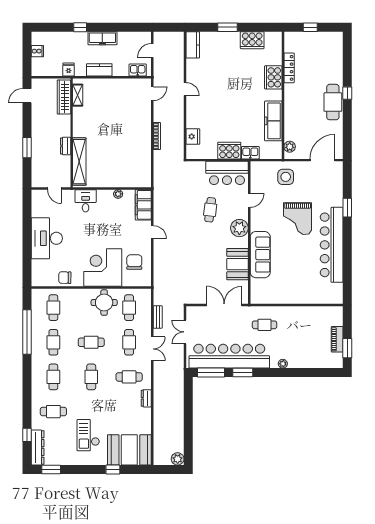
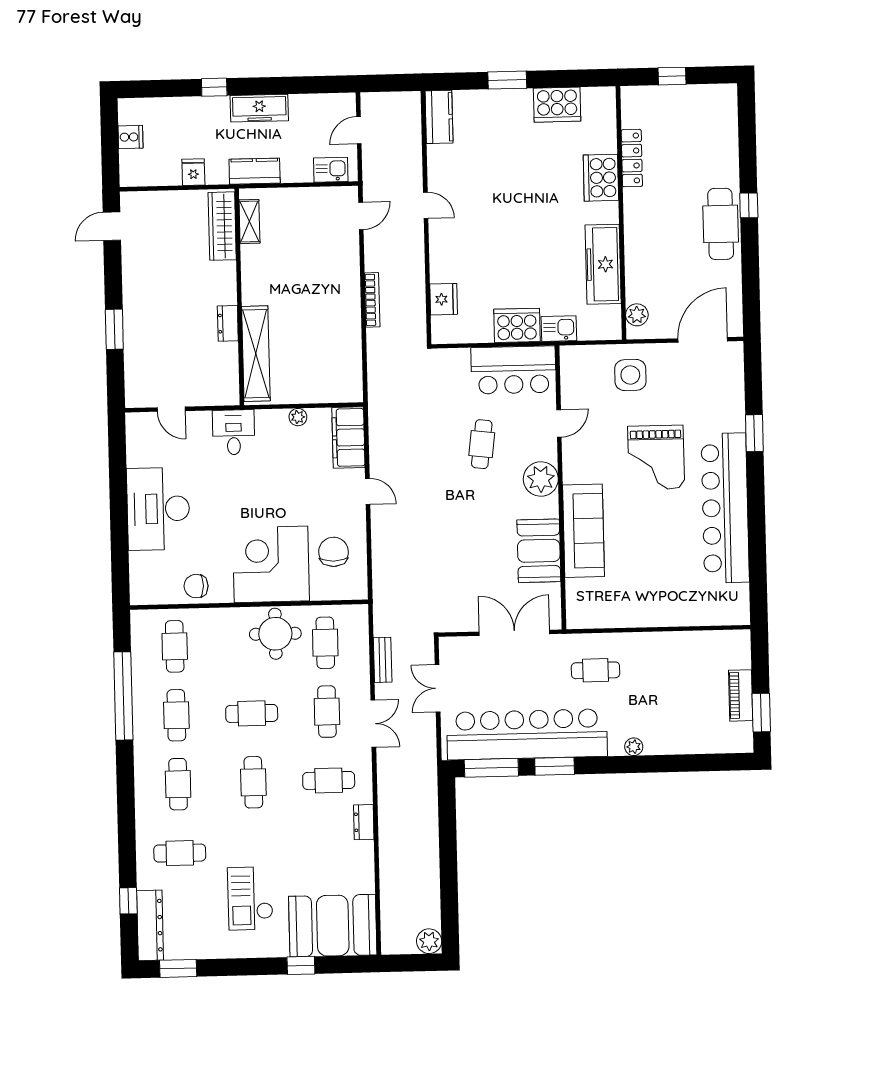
shelving: (78, 95) -> (249, 222), moved
wardrobe: (64, 97) -> (222, 226), moved
wall: (72, 133) -> (239, 297), moved
dresser: (66, 146) -> (228, 323), moved
shelving: (79, 162) -> (256, 354), moved

